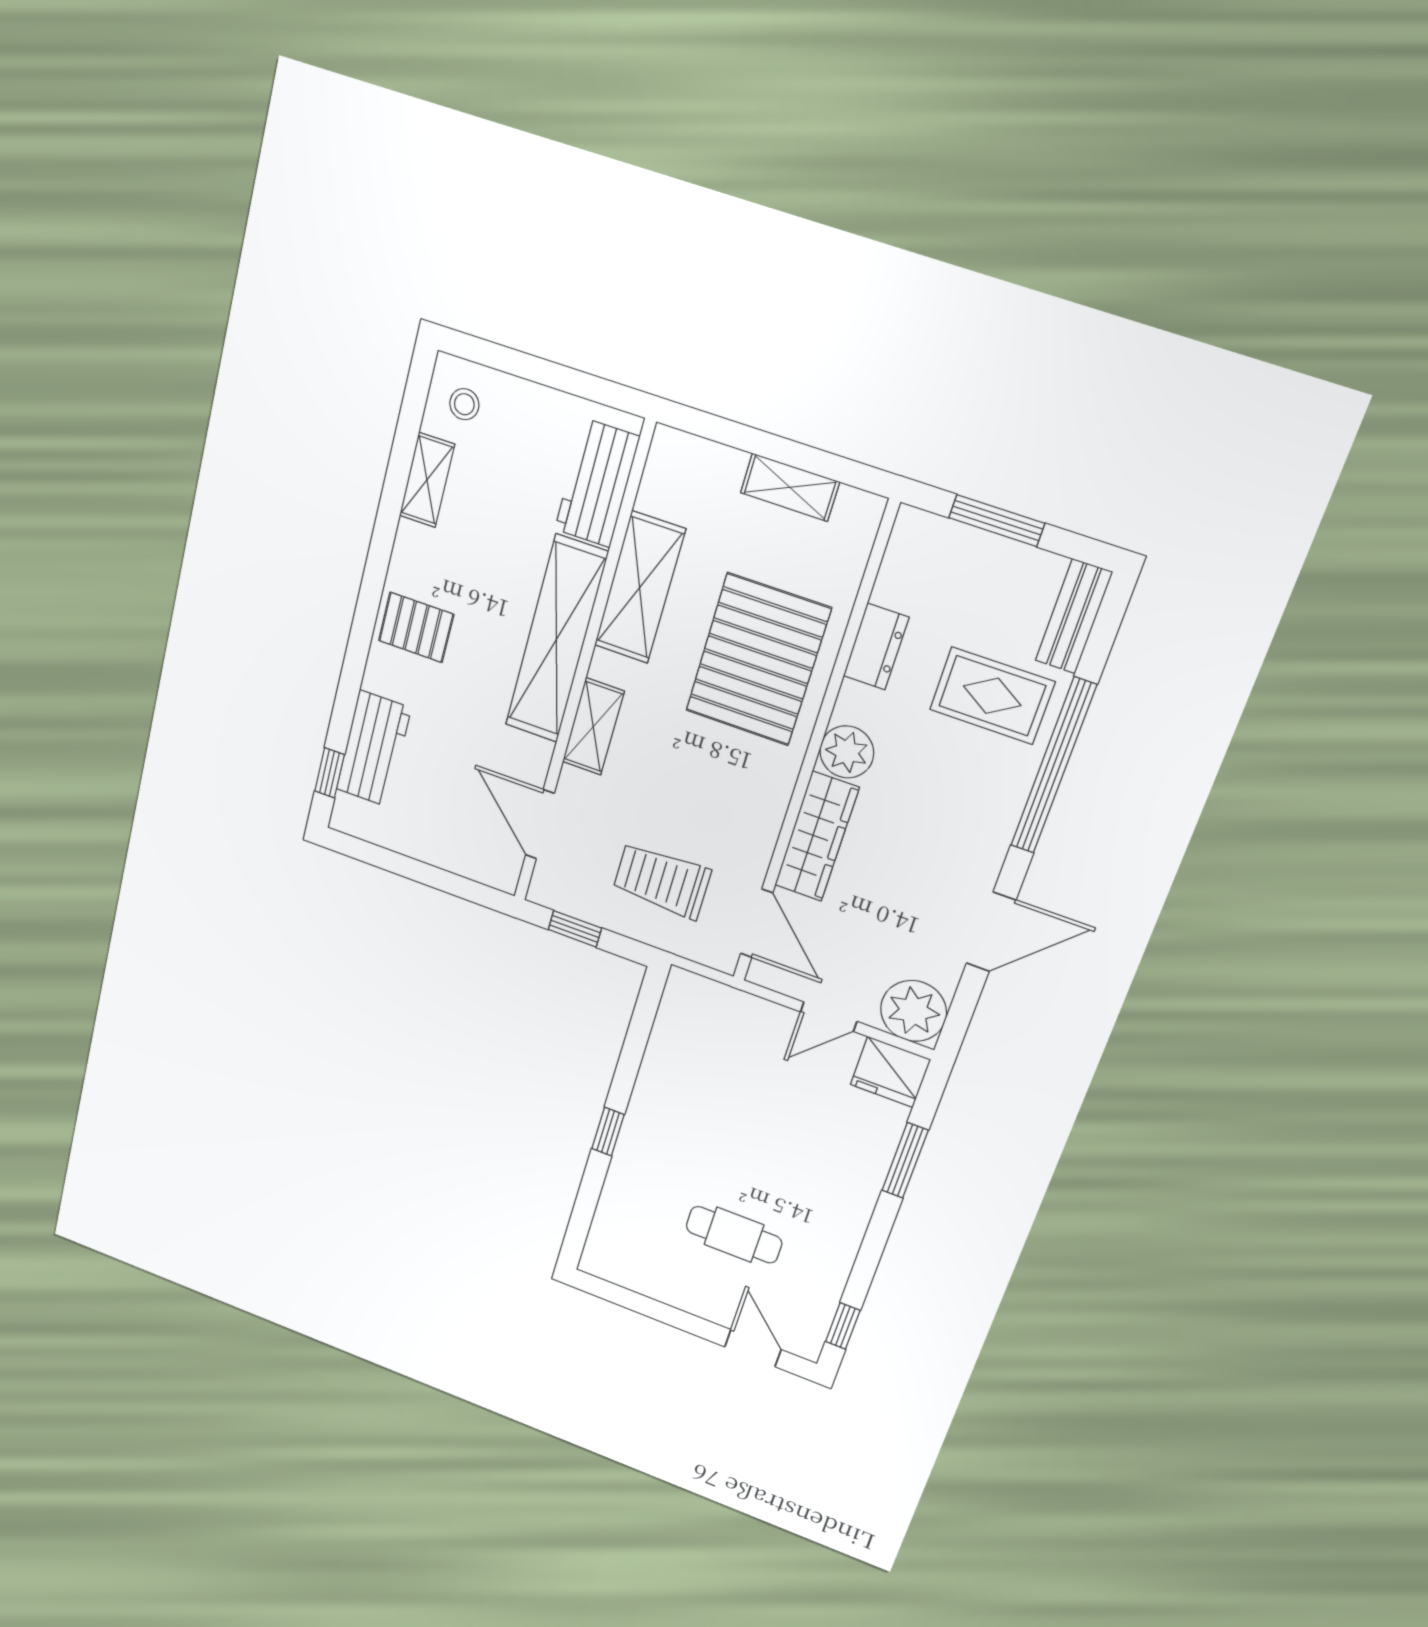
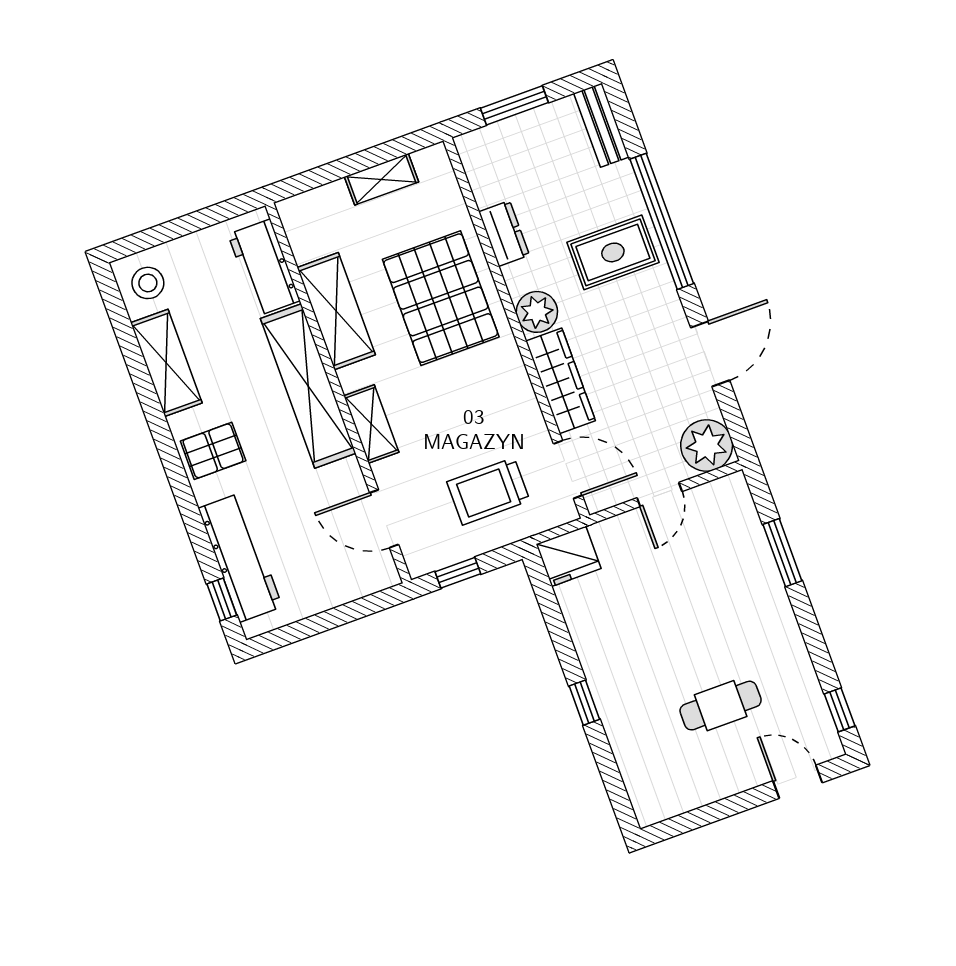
stool: (464, 404) -> (148, 283), width x1.37, depth x1.37
shelving: (427, 480) -> (166, 363), width x1.50, depth x1.33
rug: (992, 696) -> (613, 252), moved
workbench: (374, 749) -> (240, 557), width x1.38
fridge: (890, 1072) -> (569, 556), moved

